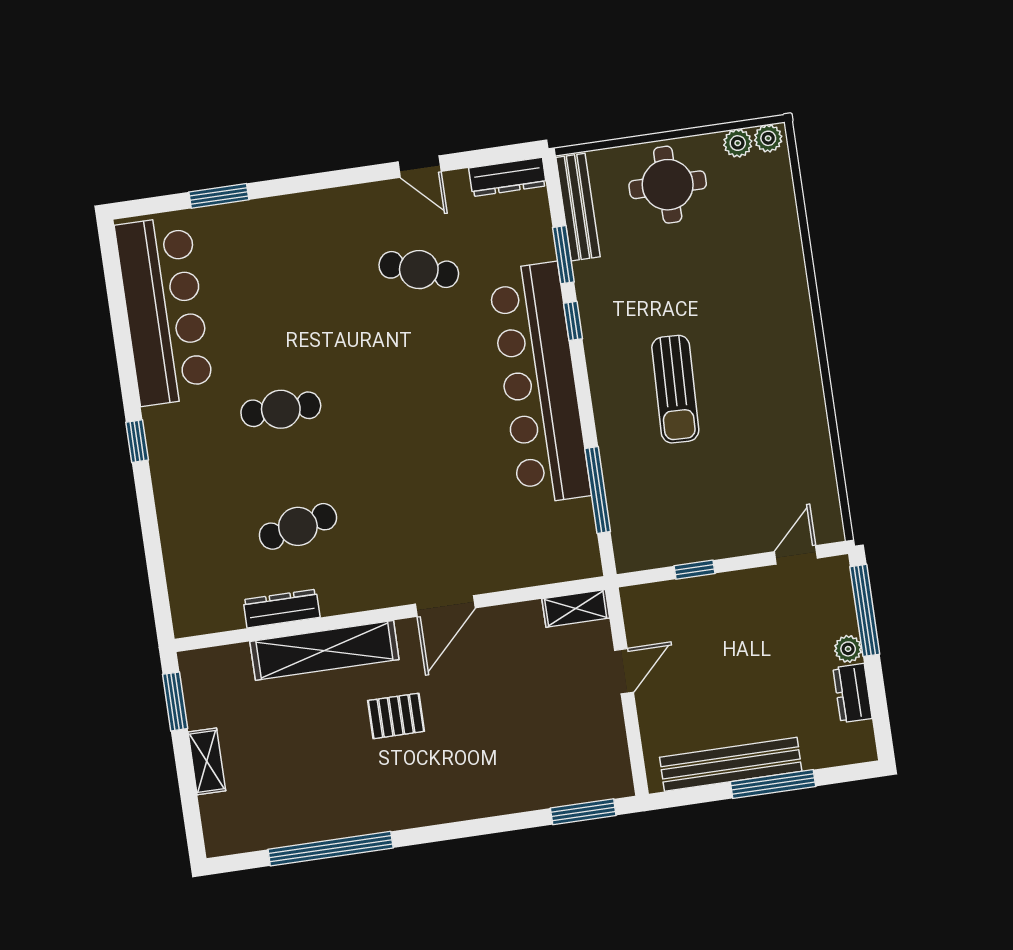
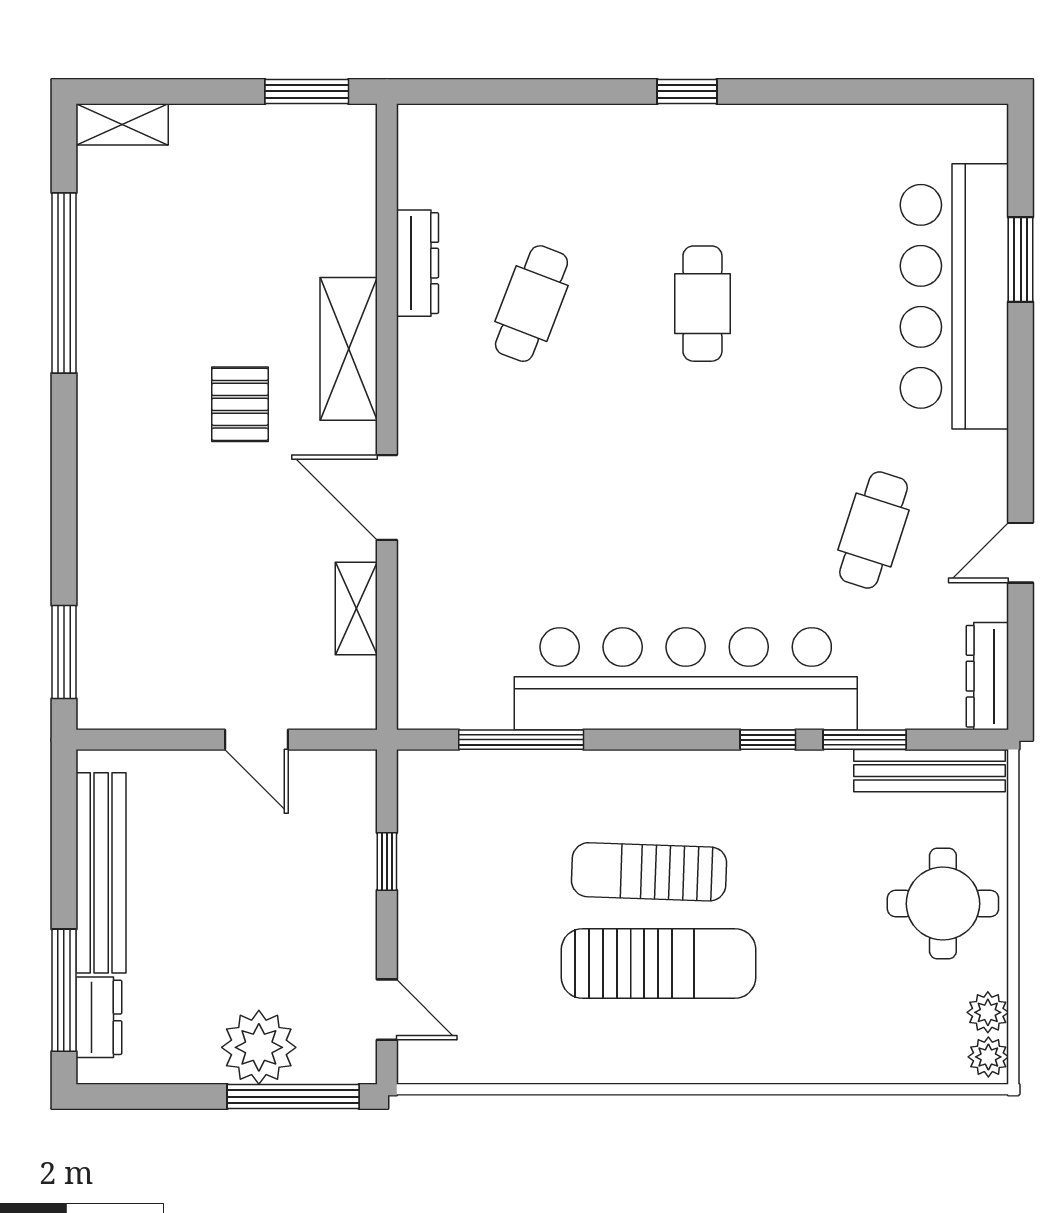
bar counter: (164, 311) -> (954, 296), moved, turned 90
sun lounger: (737, 373) -> (659, 963), added
cafe table: (298, 526) -> (531, 304), turned 33
shelving: (576, 608) -> (356, 609), moved
plant: (848, 649) -> (259, 1047), width x1.87, depth x1.87
shelving: (324, 650) -> (349, 349), width x0.68
dresser: (852, 693) -> (99, 1017), moved, turned 90
shelving: (207, 761) -> (122, 124), moved
window: (773, 784) -> (64, 990), moved

